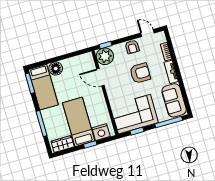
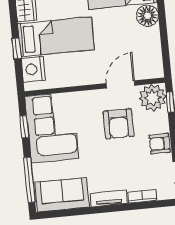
armchair: (140, 73) -> (118, 124), moved

